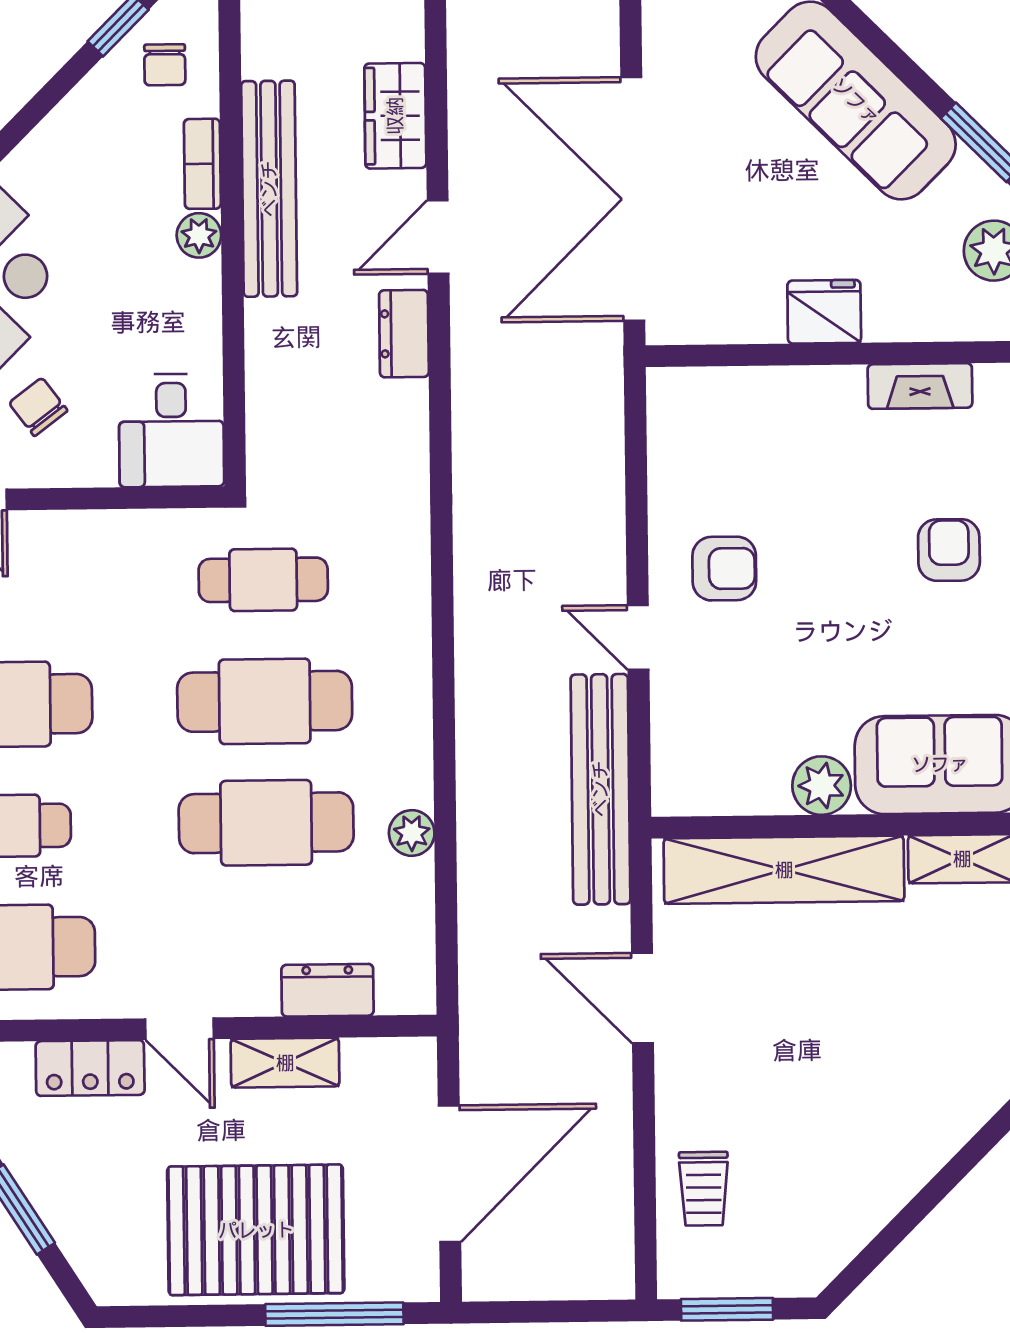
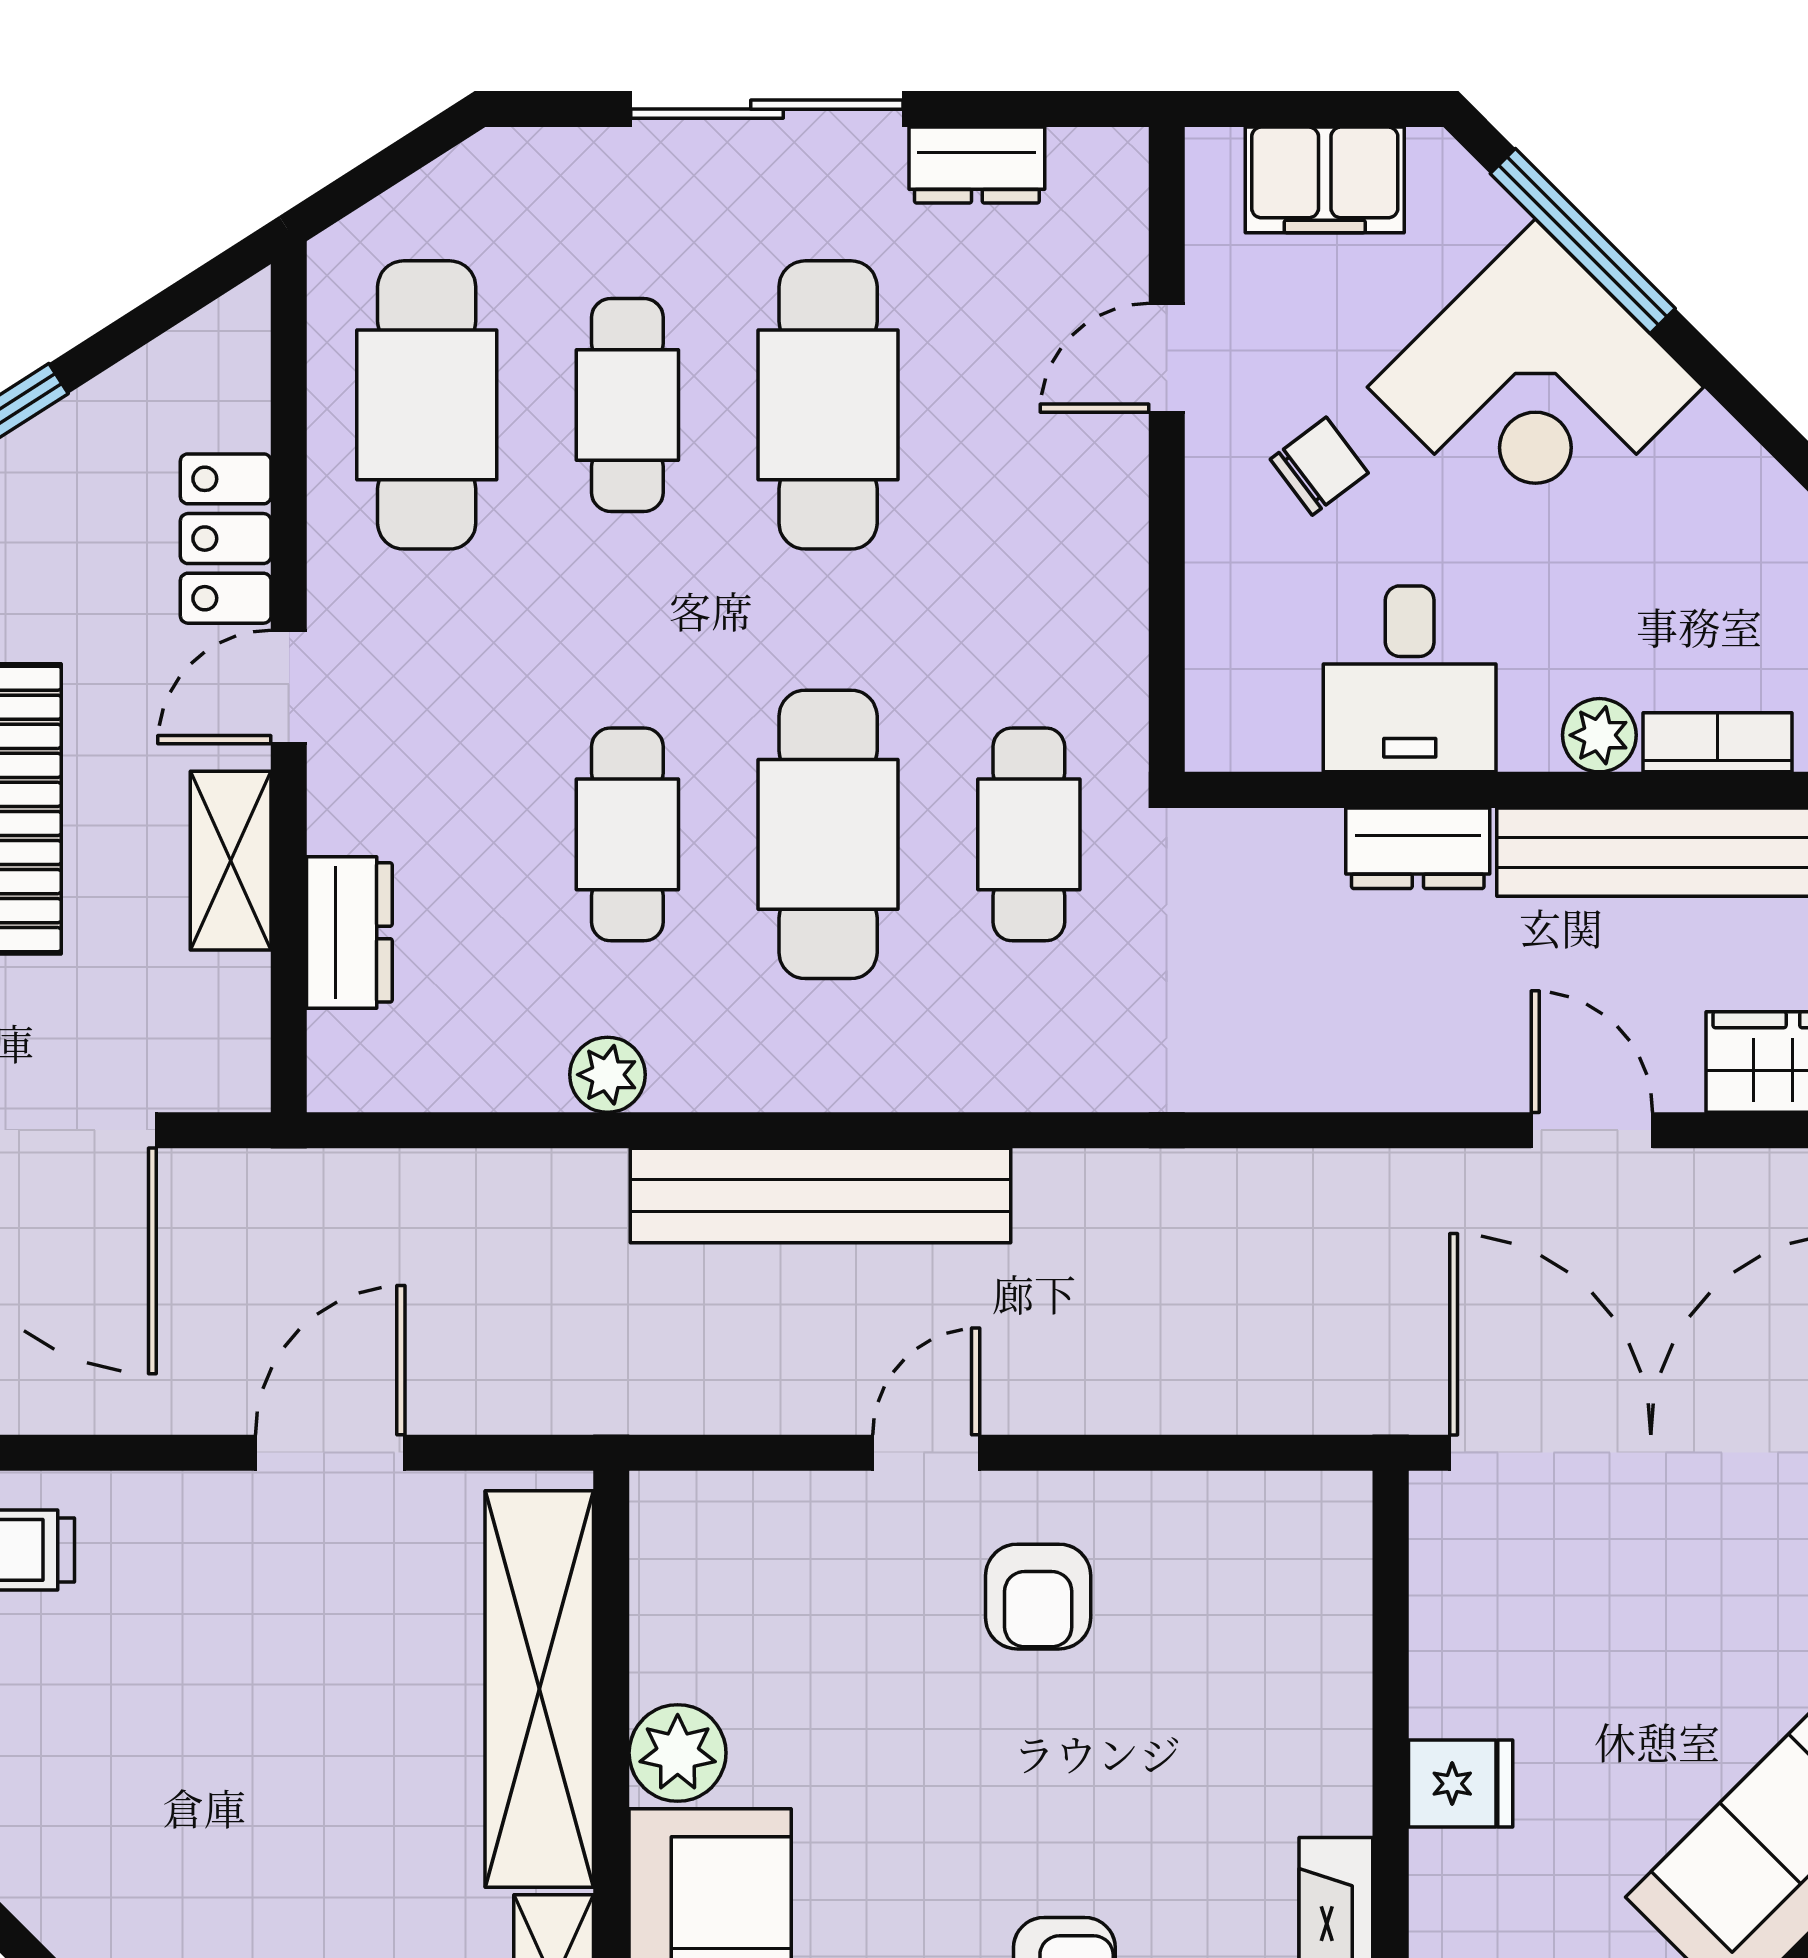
fridge: (824, 312) -> (1461, 1784), width x0.72
dresser: (404, 334) -> (1418, 848), moved, turned 180
desk: (171, 430) -> (1410, 679), moved, turned -90
bench: (600, 789) -> (820, 1195), moved
cafe table: (266, 823) -> (627, 834), width x0.73, depth x0.74

